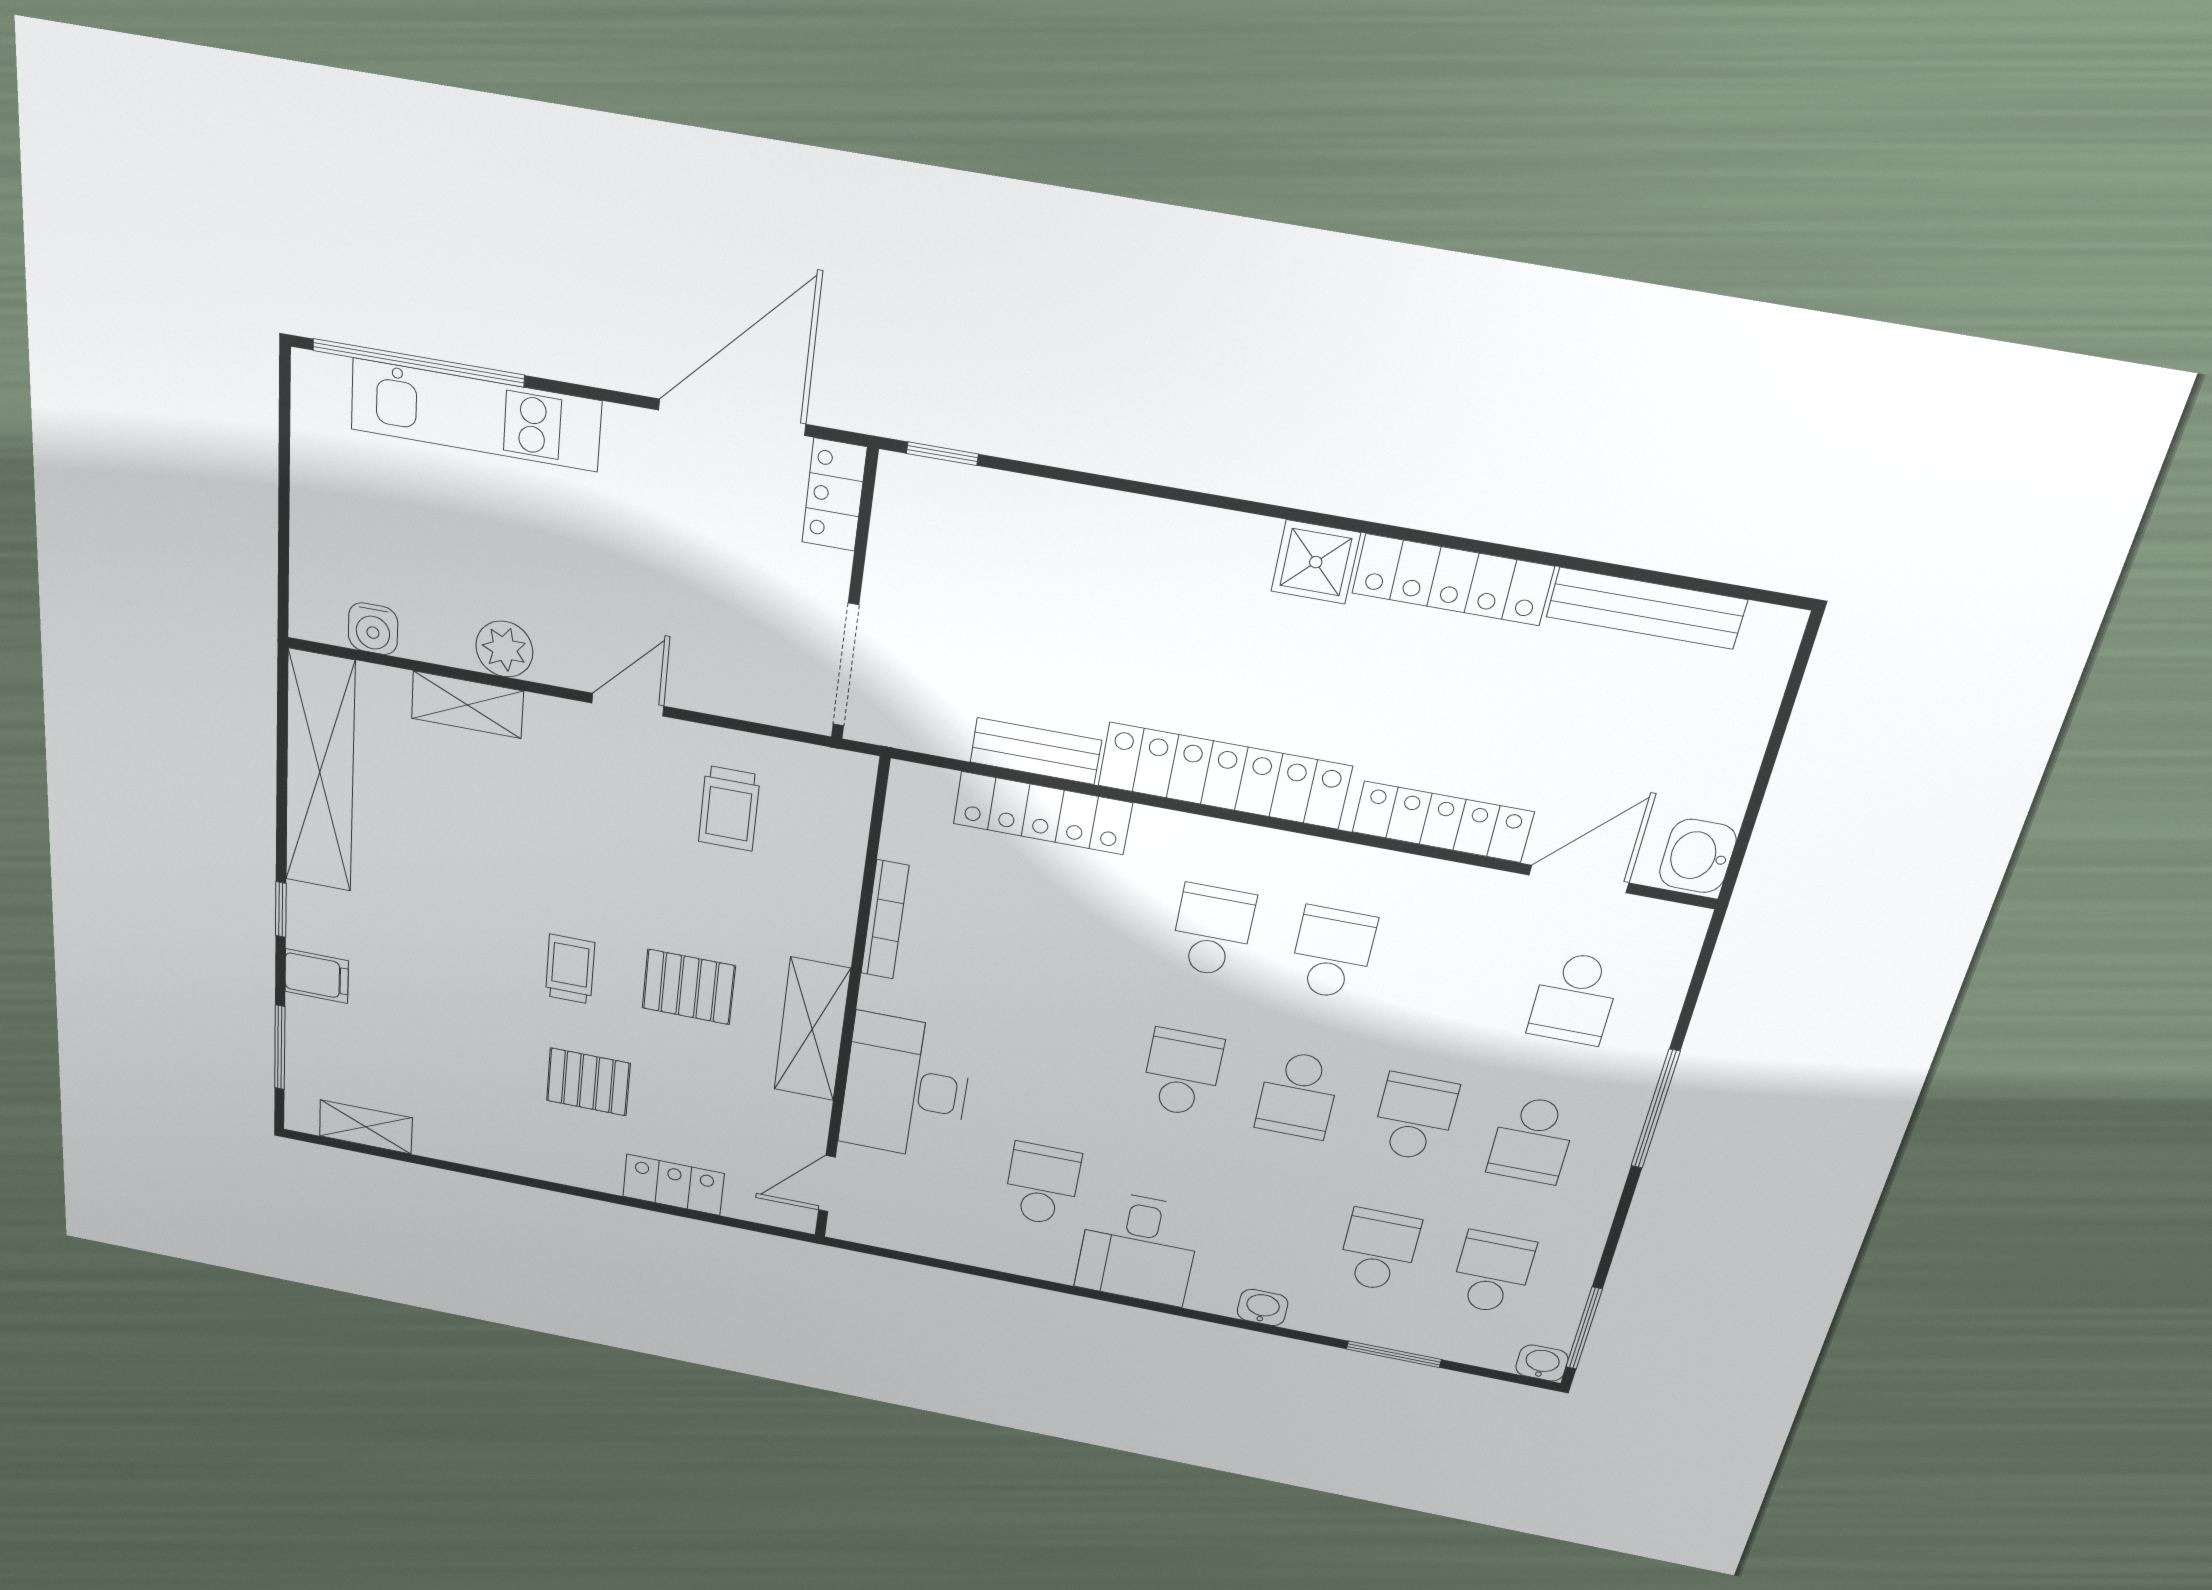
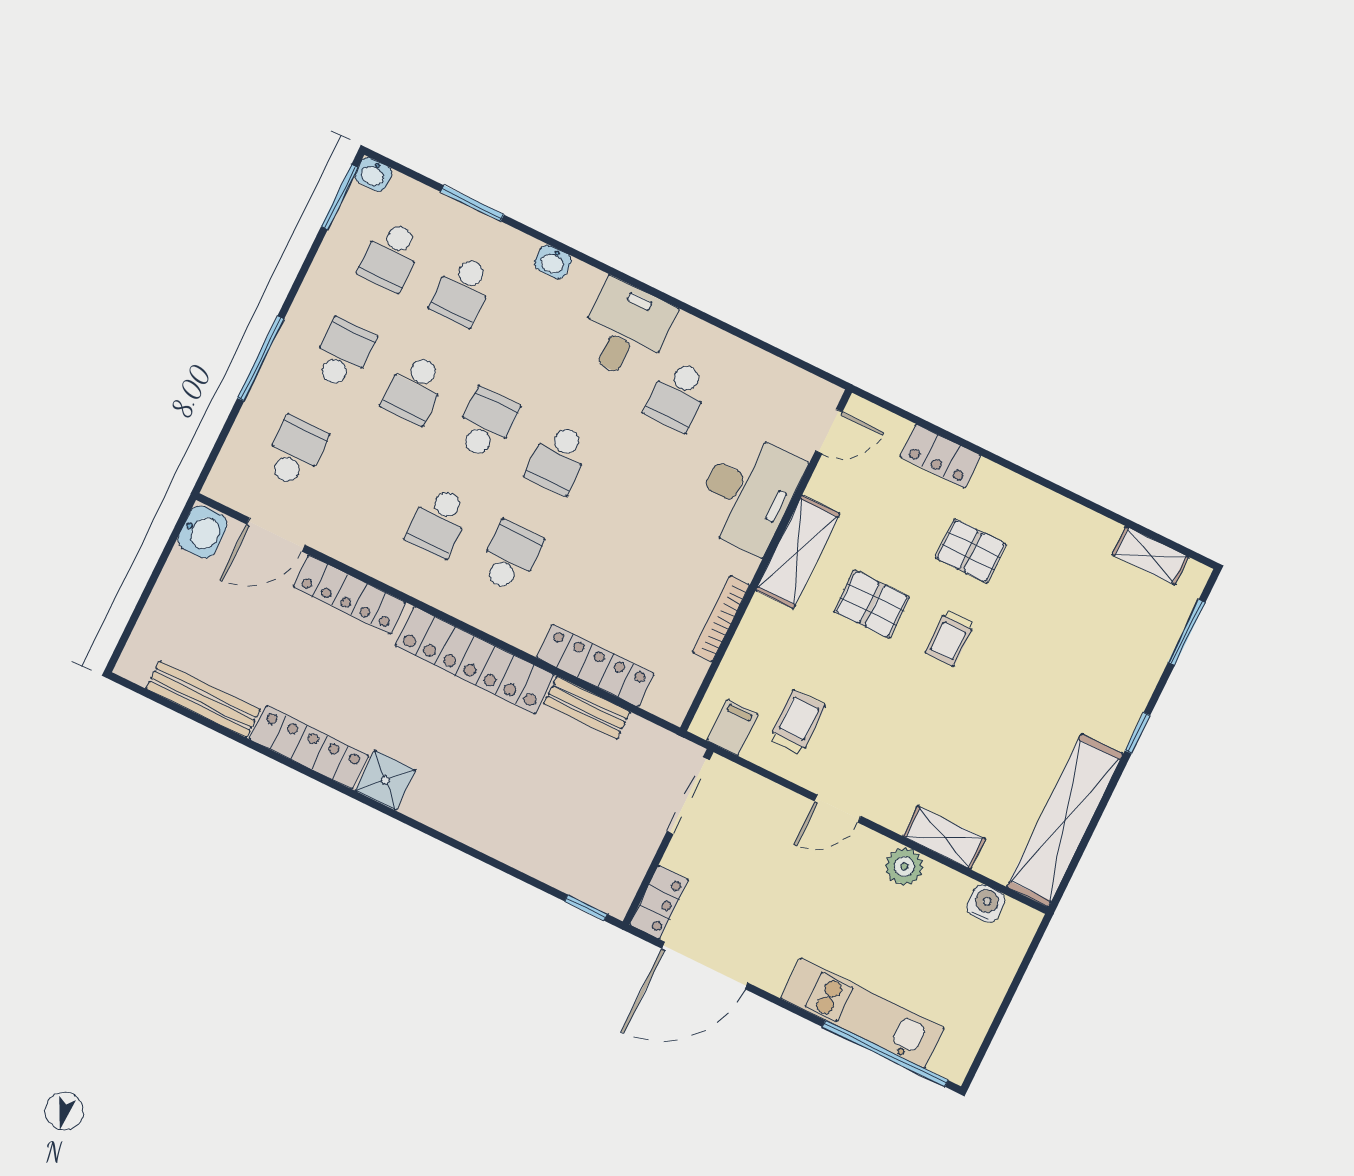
school desk: (1213, 931) -> (510, 557), turned 180
filing cabinet: (317, 976) -> (733, 727), moved, turned 90

